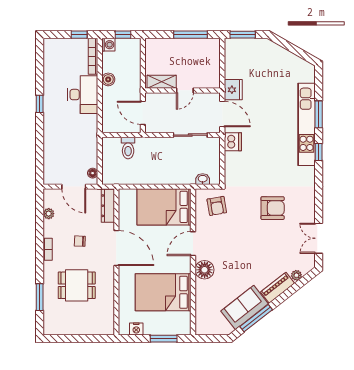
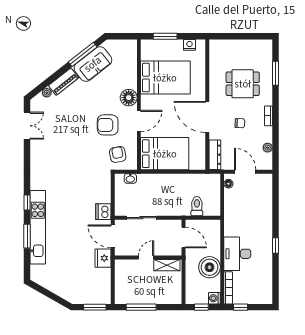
boiler: (108, 79) -> (210, 267), width x1.86, depth x1.86
armchair: (273, 208) -> (108, 125), moved

